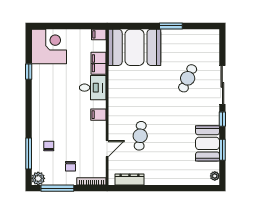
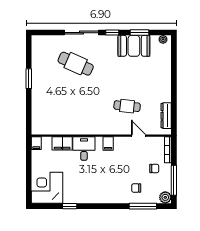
booth: (135, 47) -> (48, 111), removed
cafe table: (188, 78) -> (76, 64), width x1.37, depth x1.35

